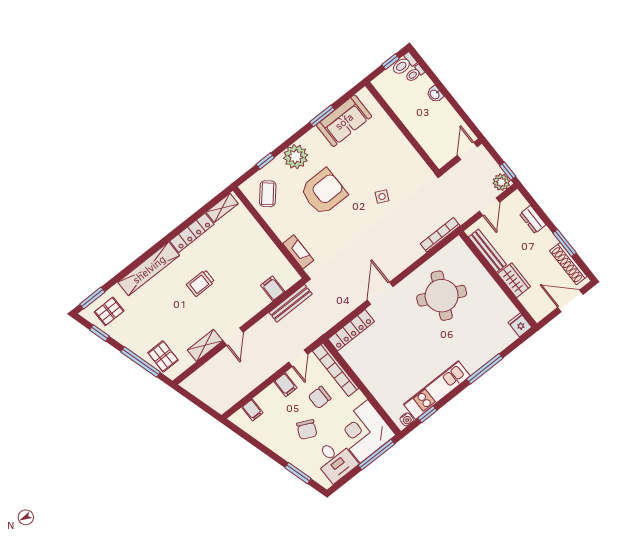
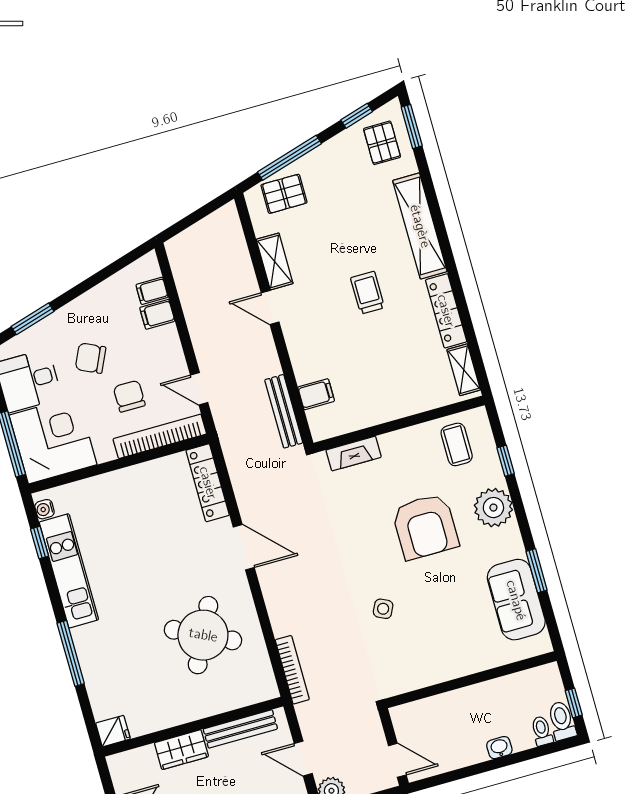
coffee table: (268, 194) -> (457, 444), turned 49
filing cabinet: (286, 385) -> (157, 314), moved

